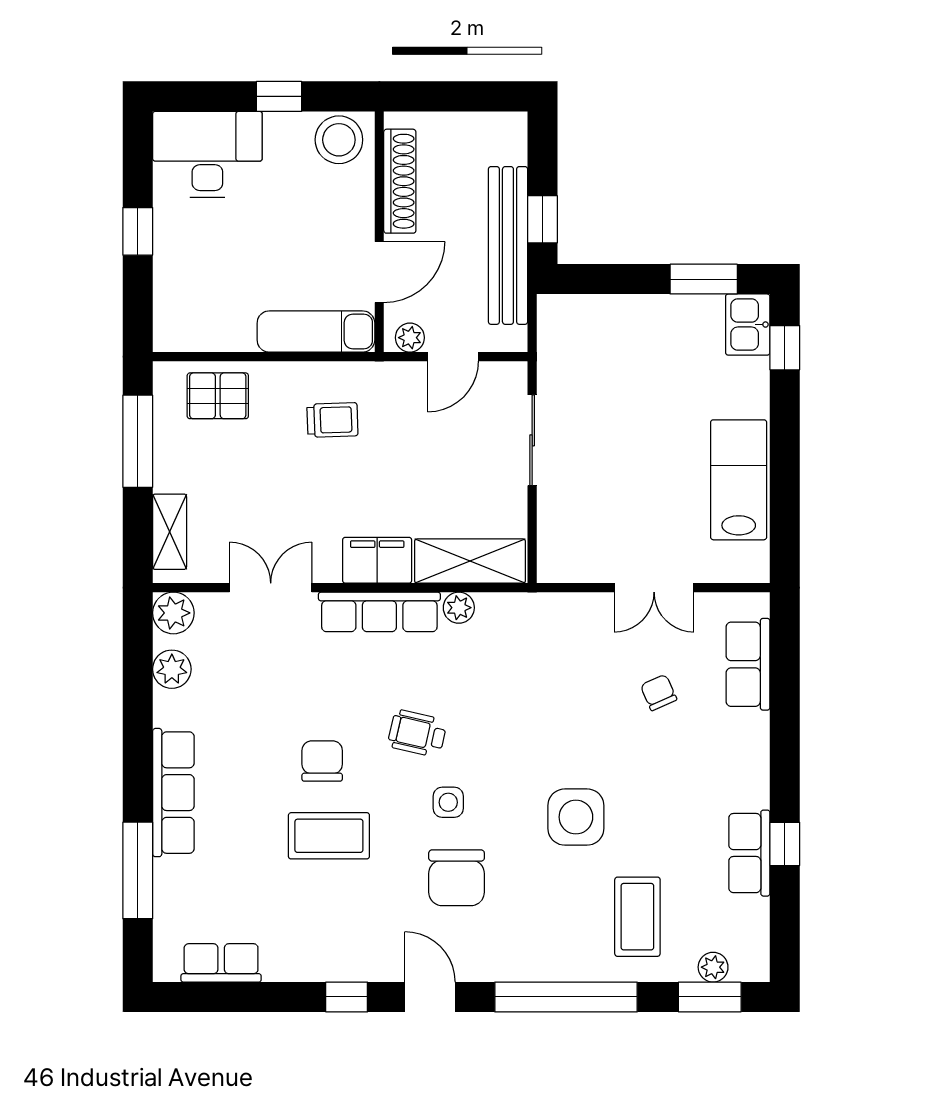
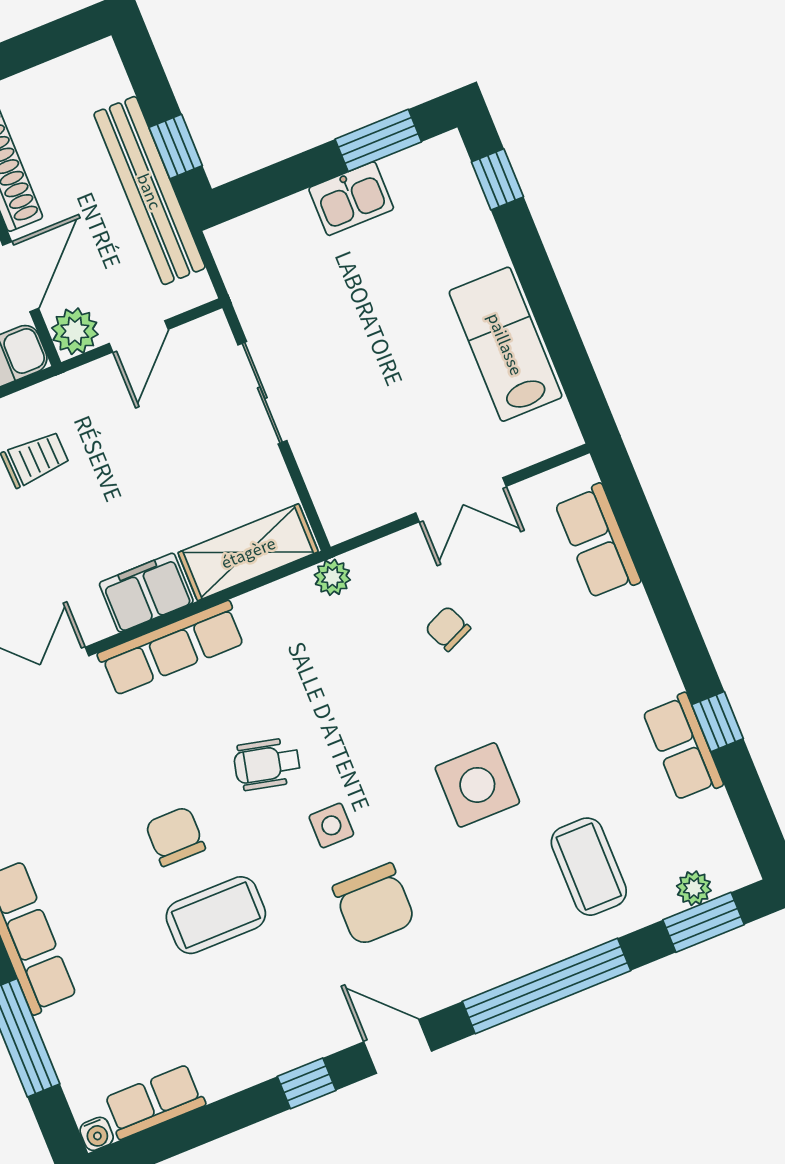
kitchen sink: (748, 325) -> (351, 199), moved, turned -90
plant: (410, 338) -> (75, 331), width x1.38, depth x1.38
plant: (459, 608) -> (332, 577), moved
chair: (659, 693) -> (448, 629), moved
water cooler: (165, 970) -> (97, 1134), added

